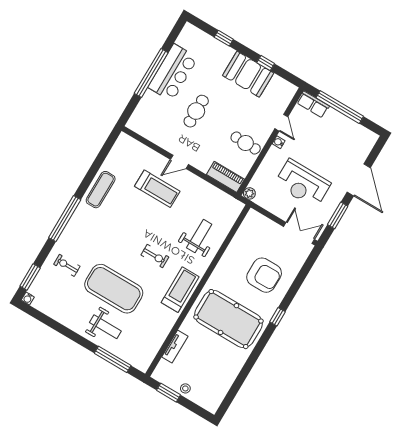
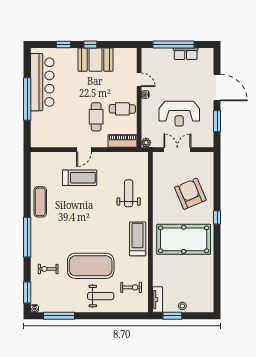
window: (266, 63) -> (90, 45), moved
bar counter: (173, 73) -> (42, 82), width x1.36
row of seats: (313, 104) -> (186, 54), moved
cafe table: (196, 111) -> (96, 117), moved
double door: (299, 233) -> (177, 150), moved
exercise bike: (155, 256) -> (131, 287), moved
armchair: (264, 275) -> (190, 194), turned -113
tv unit: (175, 347) -> (158, 300), moved
window: (113, 359) -> (59, 316), moved

